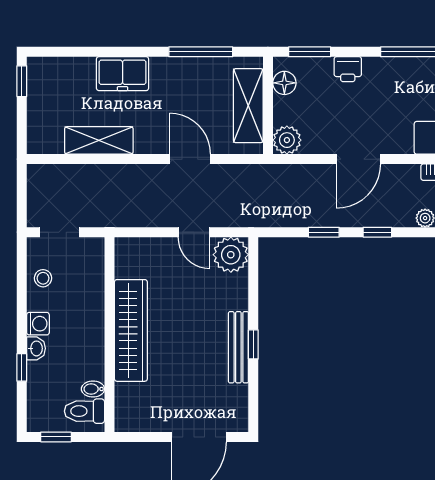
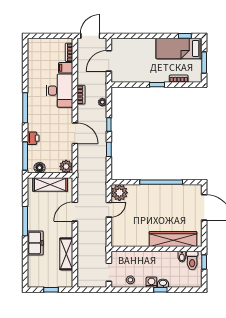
window: (201, 52) -> (25, 221), moved
window: (310, 52) -> (25, 156), width x1.44
window: (22, 81) -> (51, 290), moved
wardrobe: (131, 330) -> (173, 239), moved
window: (253, 344) -> (161, 182), width x3.17
bench: (238, 347) -> (162, 189), removed
window: (22, 367) -> (160, 290), moved
window: (56, 437) -> (204, 262), moved

